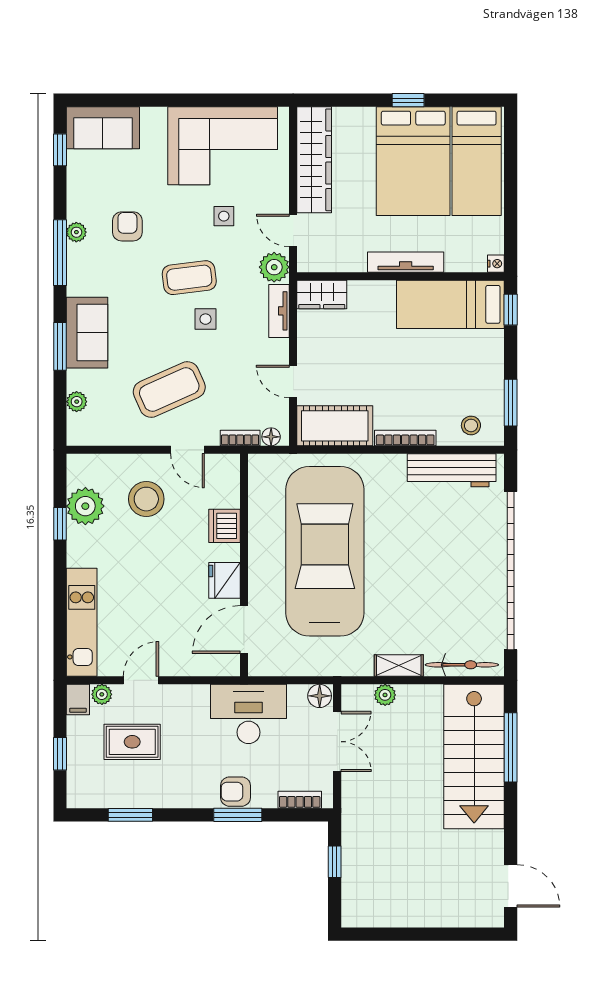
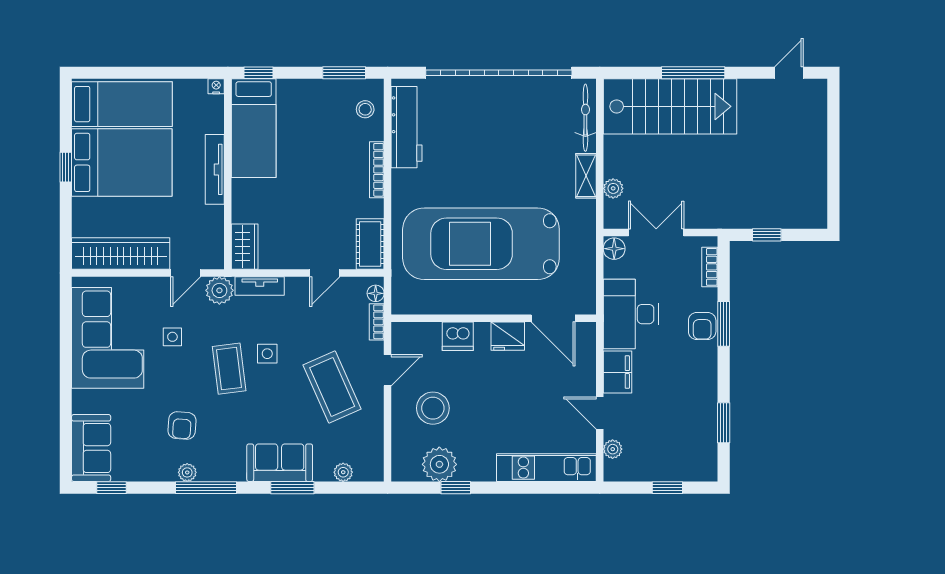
armchair: (127, 226) -> (182, 426), turned -86
cot: (335, 426) -> (370, 244), width x0.73, depth x0.75
filing cabinet: (78, 699) -> (617, 372), moved, width x2.00
rug: (132, 742) -> (656, 421), removed
window: (511, 747) -> (693, 73), moved
door: (511, 886) -> (789, 73), width x0.73

